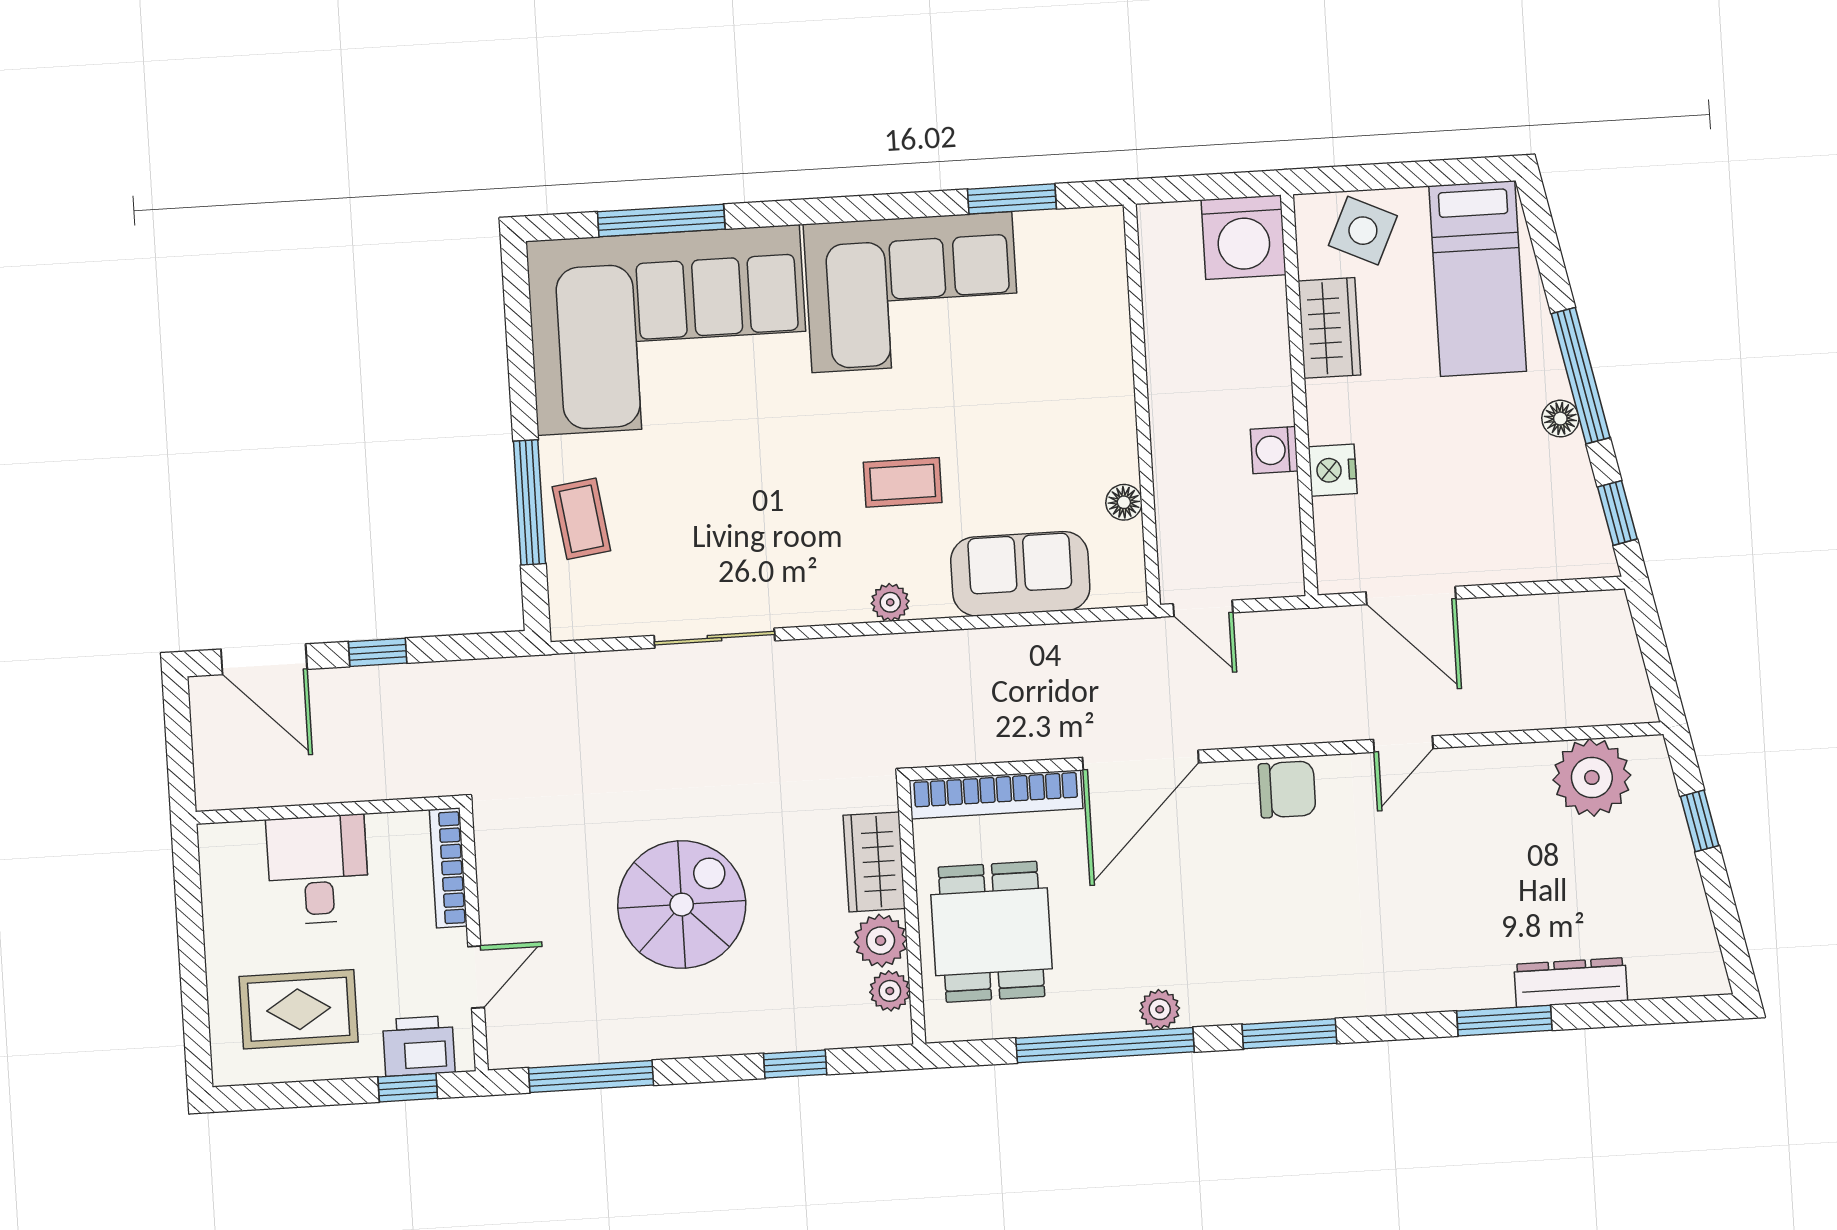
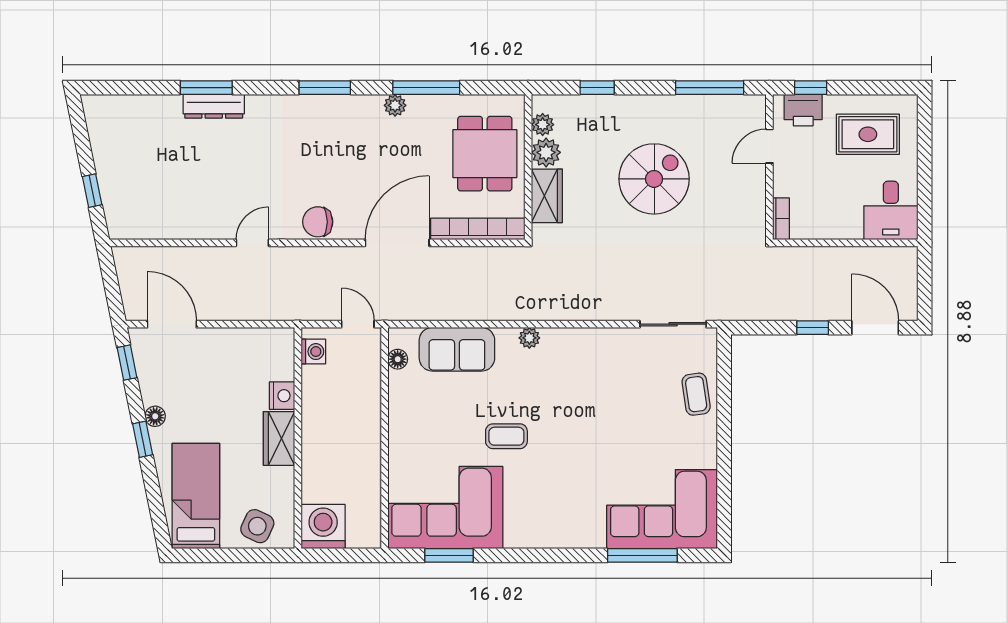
corner sofa: (912, 292) -> (445, 508), moved
wardrobe: (1329, 328) -> (279, 438), moved
corner sofa: (668, 330) -> (662, 509), width x0.73, depth x0.74
window: (1581, 376) -> (143, 439), width x0.46
washing machine: (1274, 450) -> (313, 352), moved
coffee table: (903, 482) -> (506, 436), moved
window: (529, 502) -> (724, 405), removed
floor lamp: (1124, 502) -> (398, 359), moved
door: (1411, 596) -> (172, 324), moved
sliding door: (714, 638) -> (673, 324), moved
plant: (1592, 777) -> (150, 218), removed
bookcase: (448, 868) -> (781, 219), width x0.64
desk: (318, 869) -> (891, 210), moved
spiral stairs: (682, 905) -> (654, 179), turned 180
dresser: (1571, 982) -> (214, 106), moved
window: (1105, 1045) -> (426, 88), width x0.68

